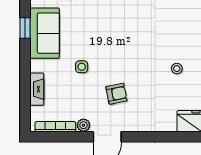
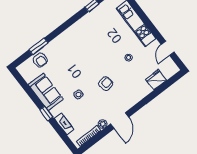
window: (25, 28) -> (46, 113), moved
armchair: (116, 94) -> (106, 84), moved

